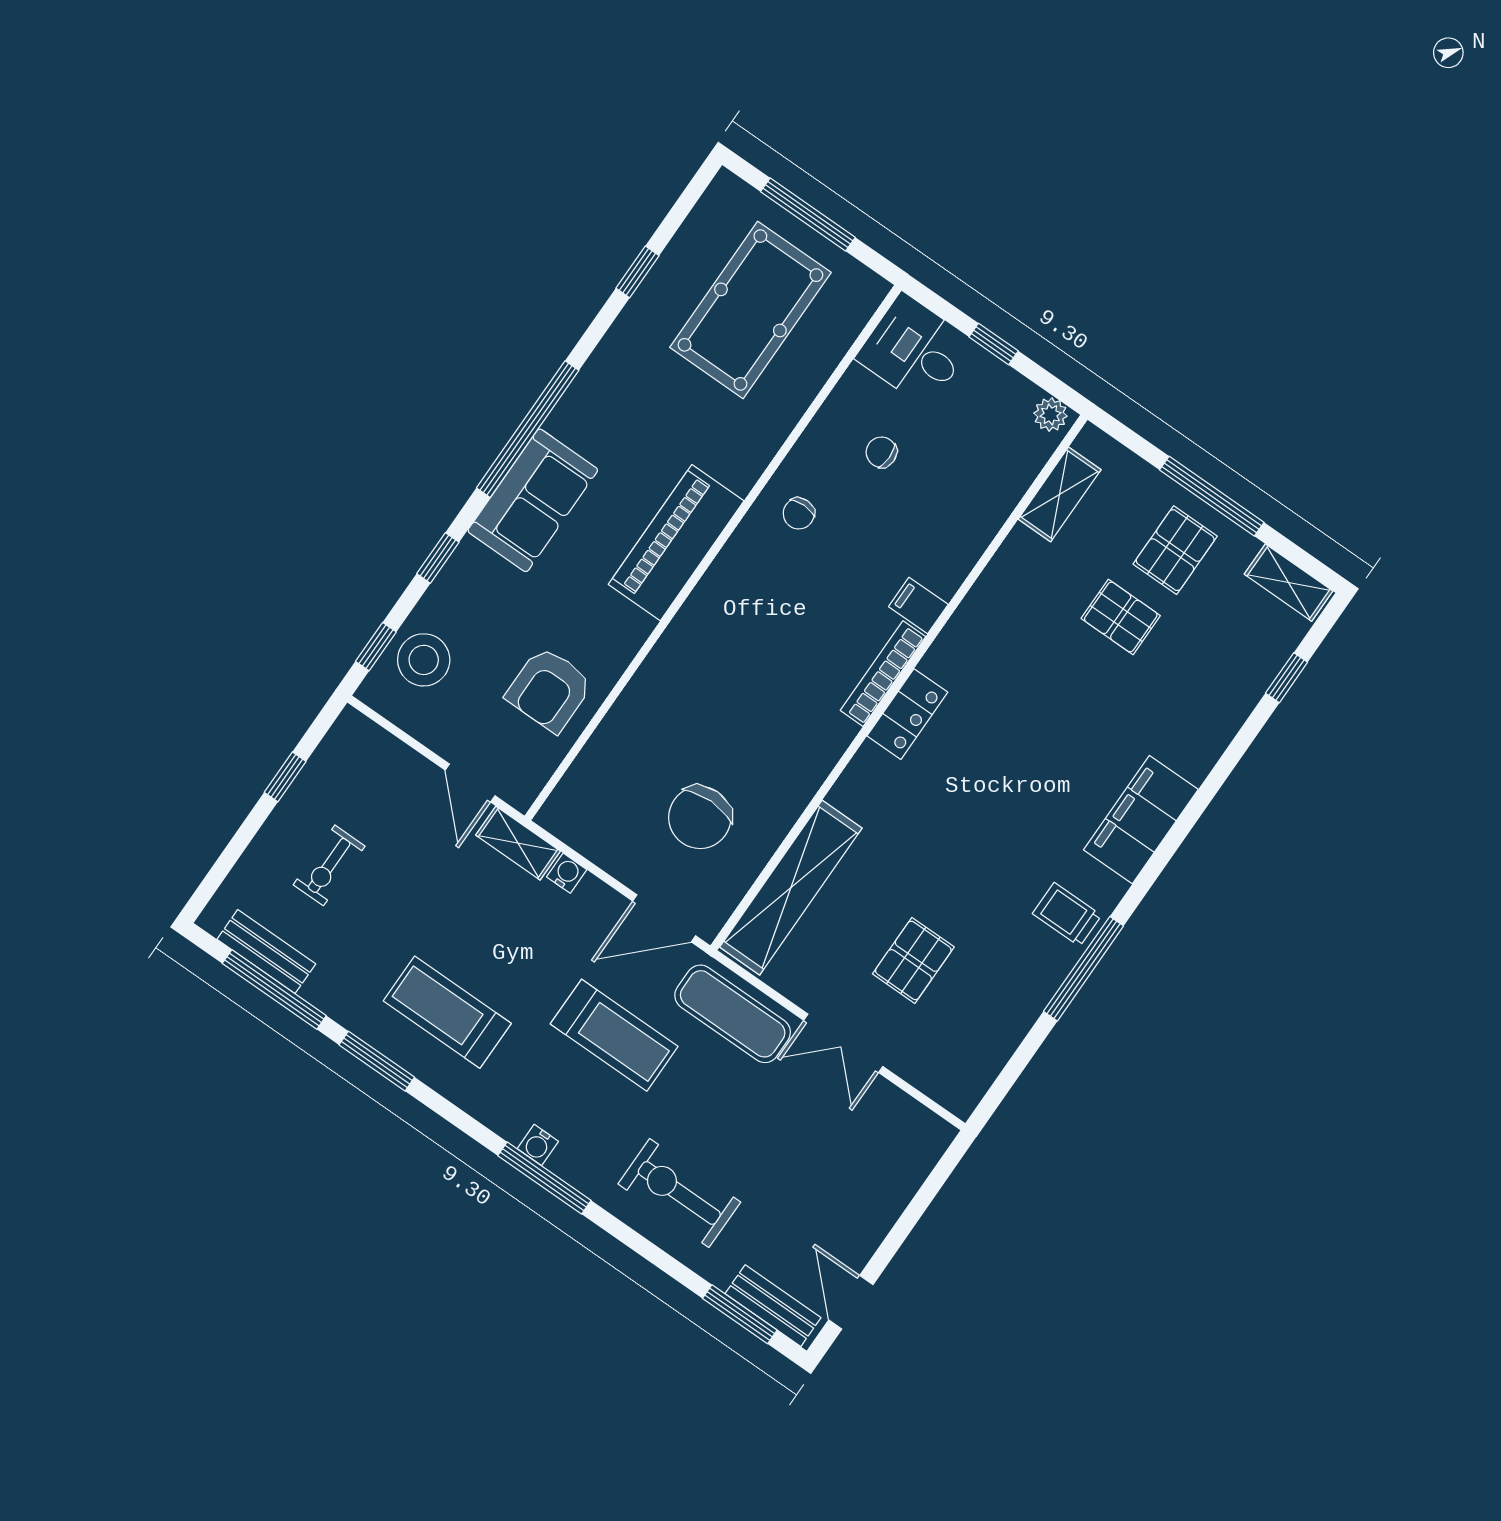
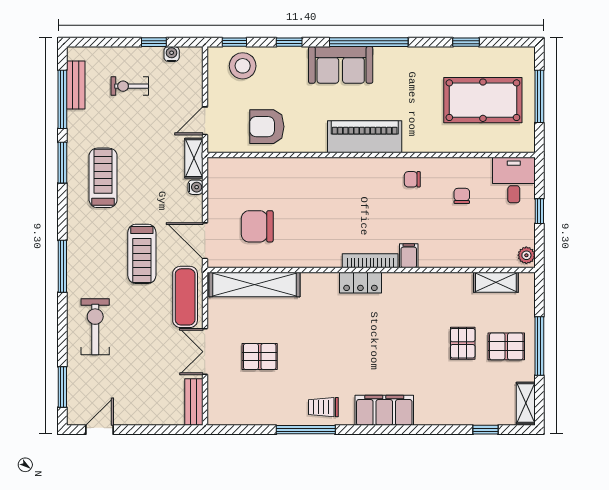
trolley: (1067, 914) -> (323, 407), turned -90
water cooler: (538, 1145) -> (172, 54), moved, turned 90
bench: (773, 1306) -> (194, 402), moved

